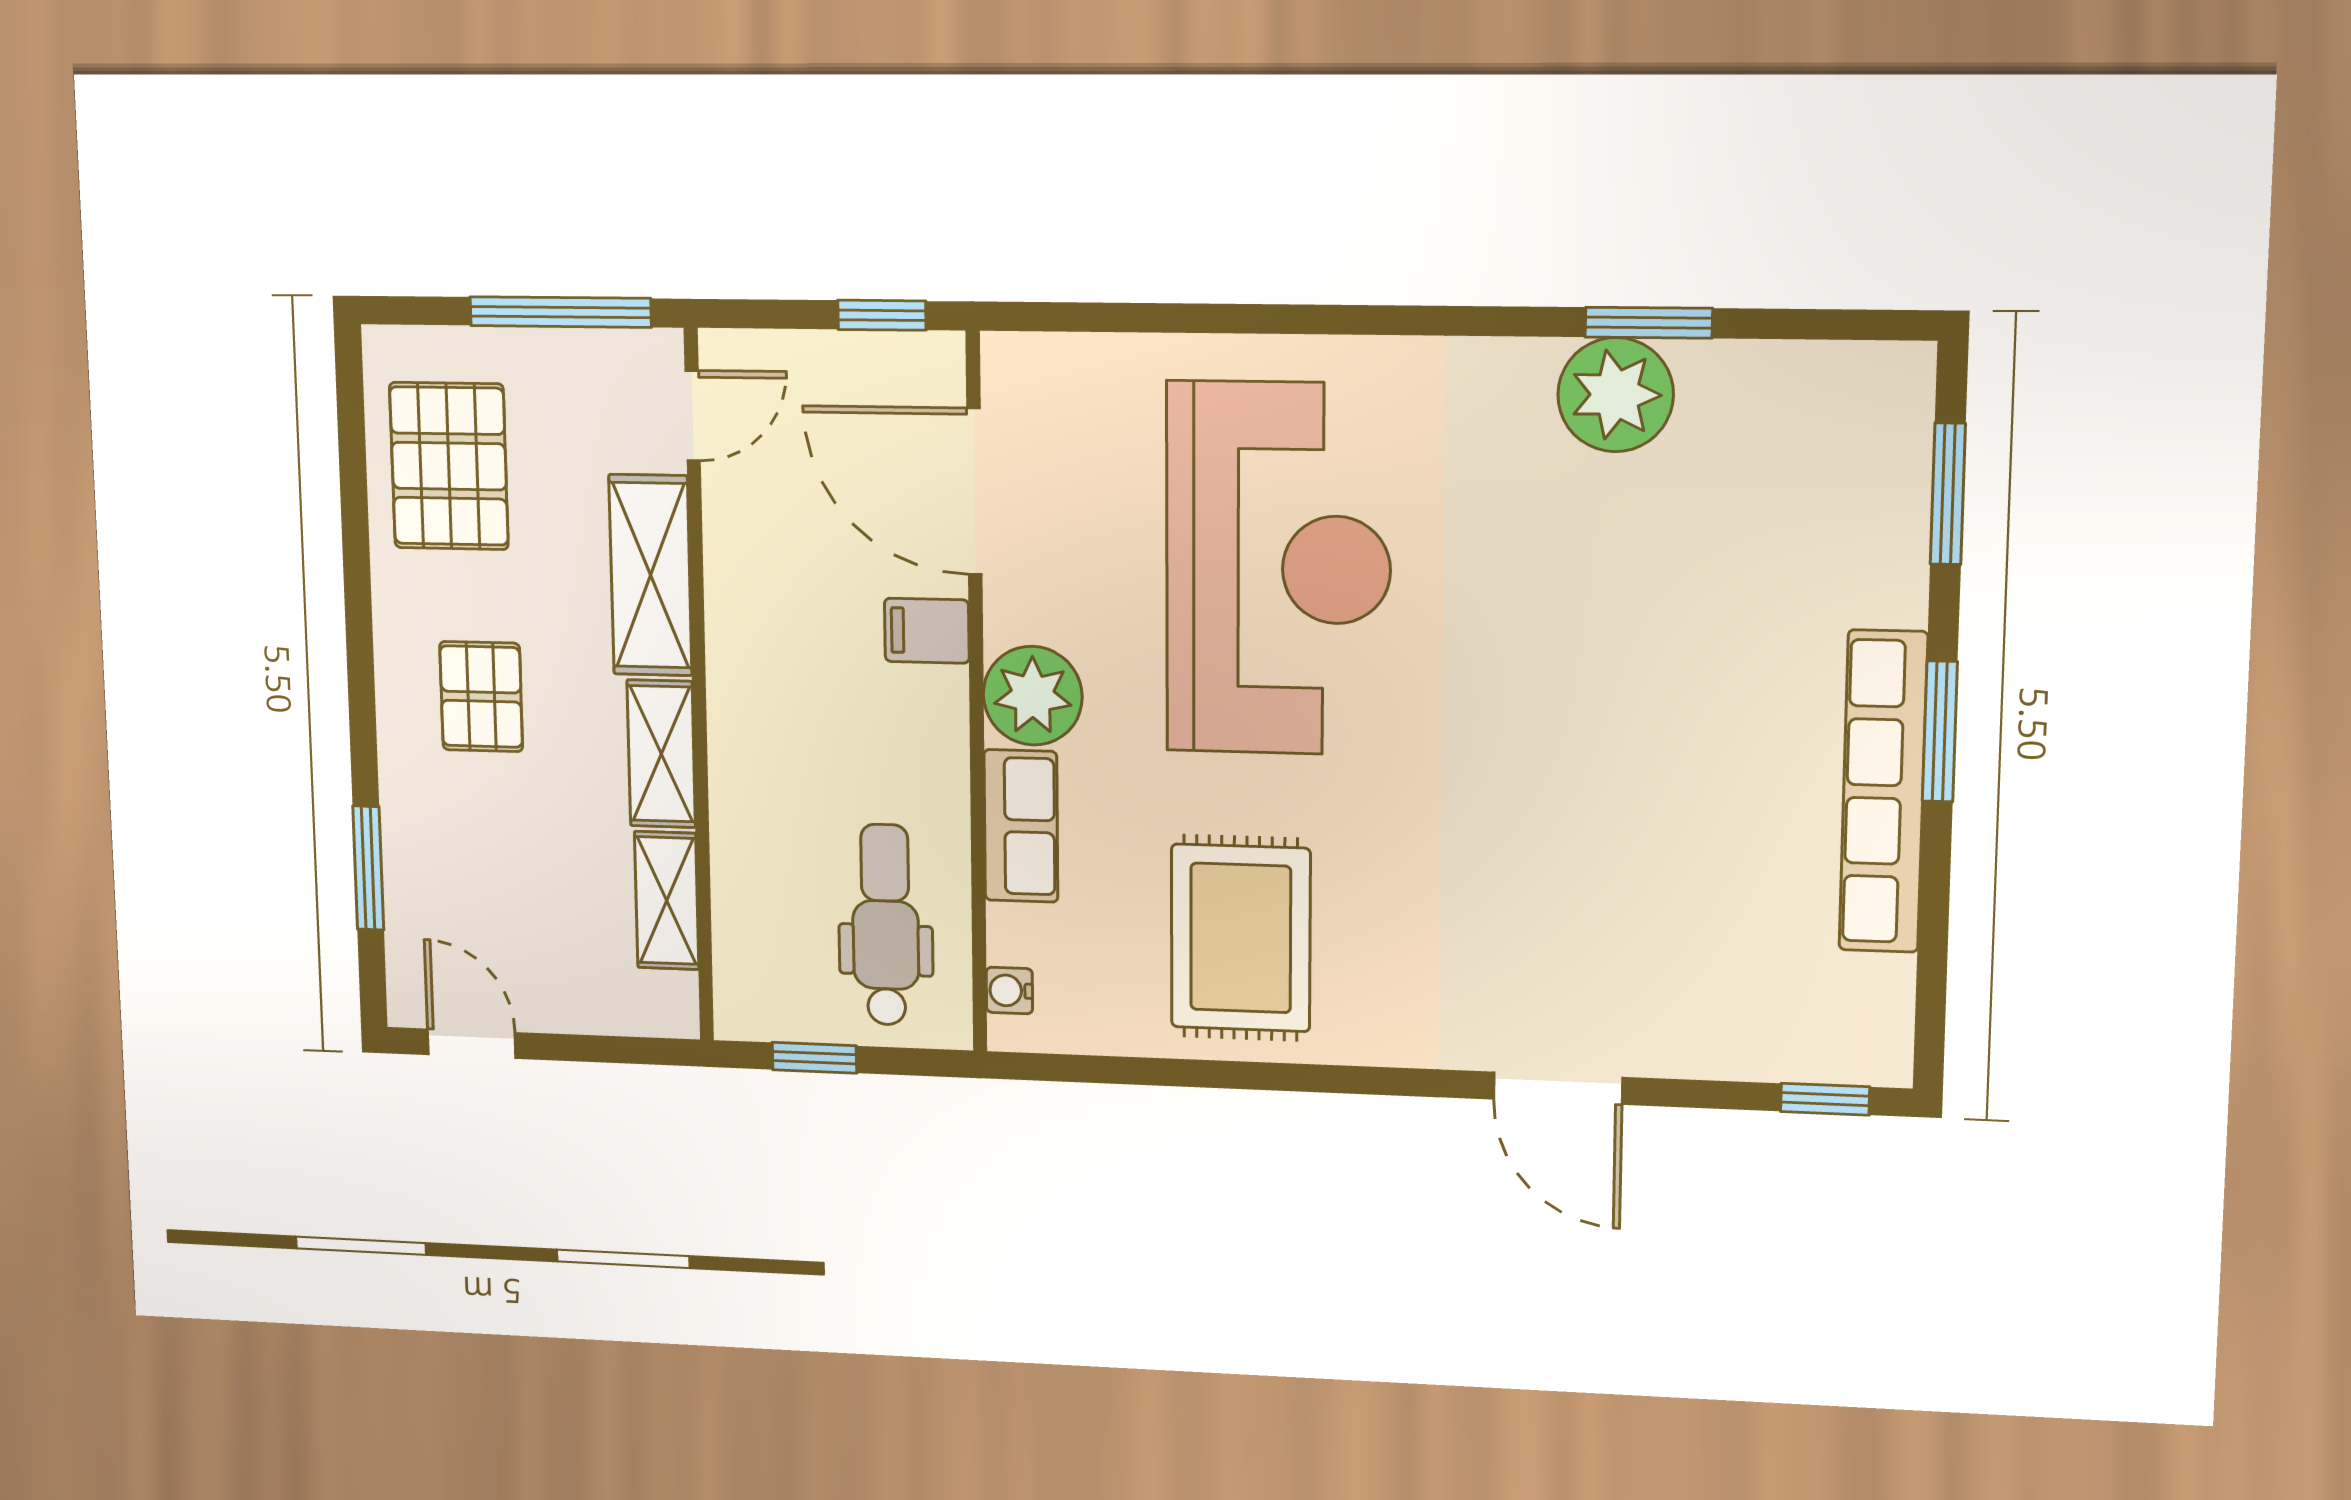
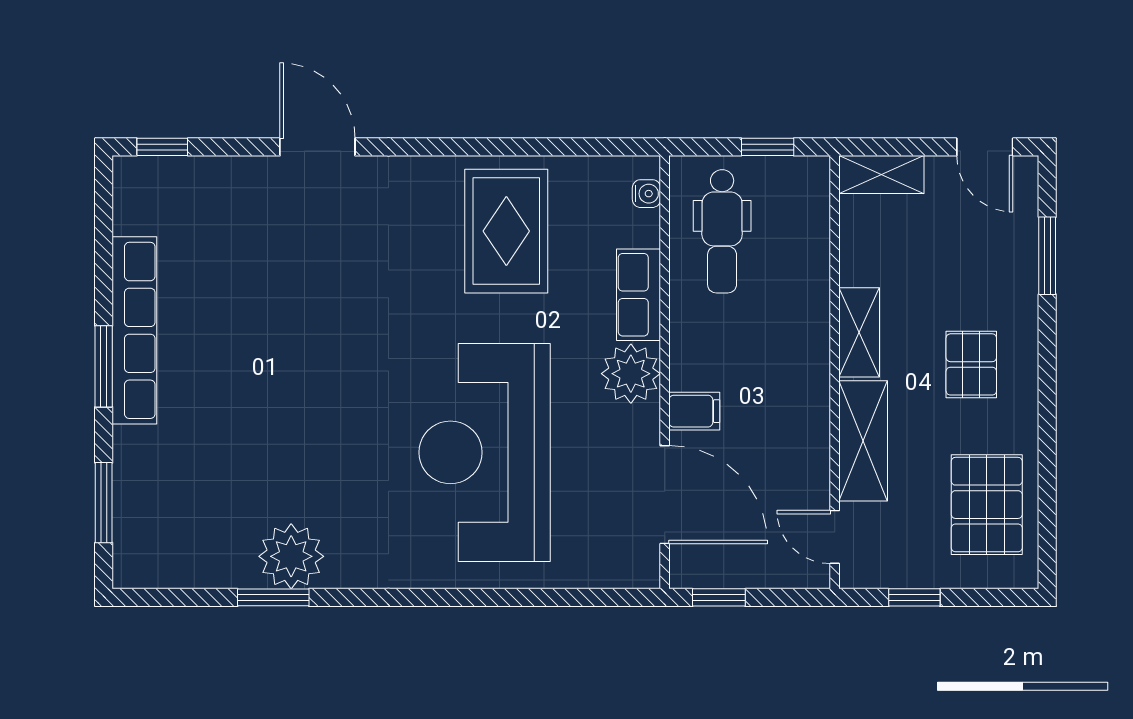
window: (560, 312) -> (914, 597), width x0.46
door: (693, 416) -> (835, 537), hinge flipped
shelving: (667, 901) -> (881, 175), moved, turned 90

